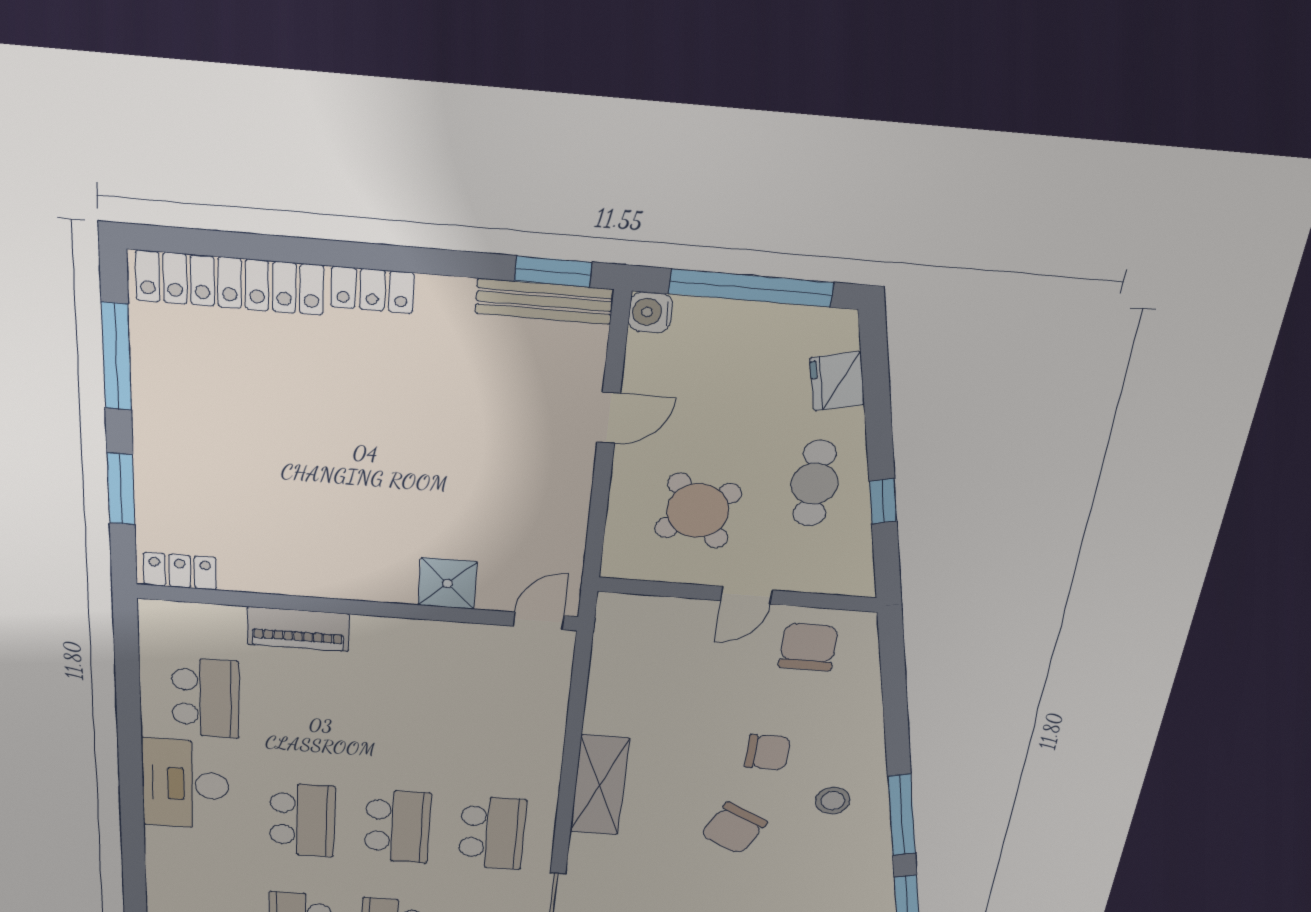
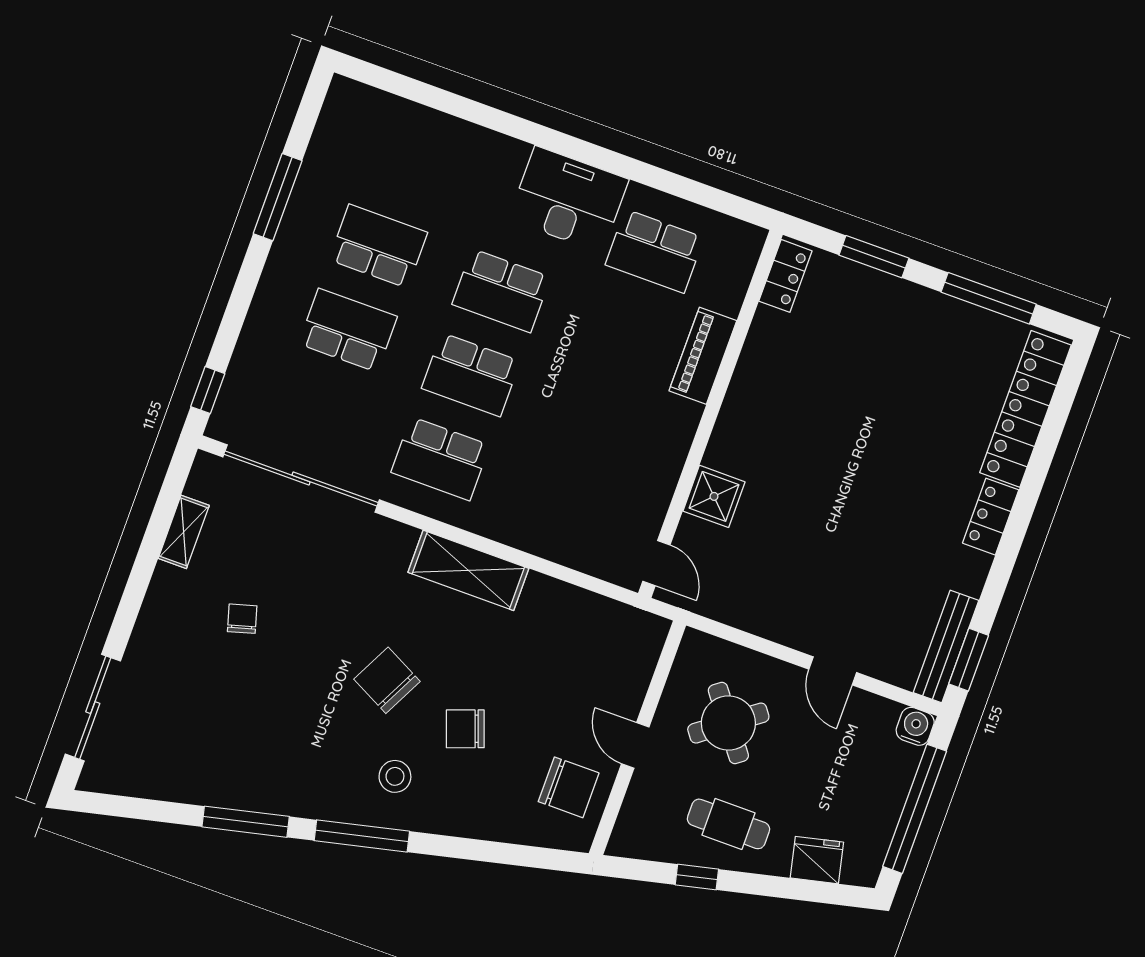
chair: (767, 752) -> (465, 729), turned 70

